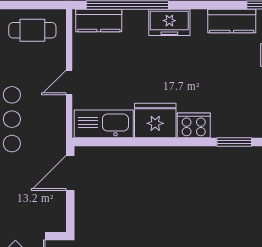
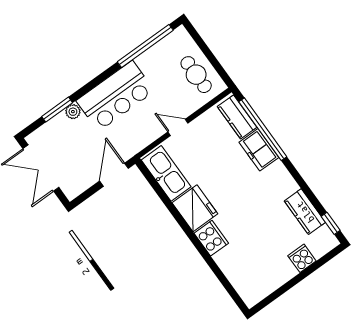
freezer: (169, 22) -> (259, 150), moved
window: (234, 142) -> (220, 275), removed
door: (70, 173) -> (114, 175), hinge flipped

